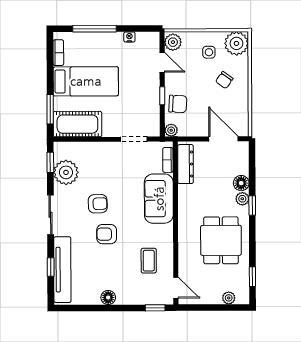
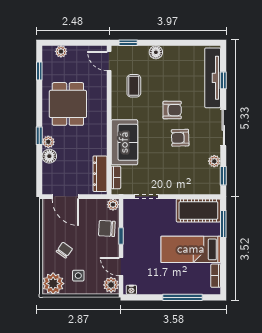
nightstand: (129, 37) -> (131, 290), moved
plant: (66, 172) -> (214, 161), width x0.53, depth x0.53
floor lamp: (108, 297) -> (156, 52), moved

